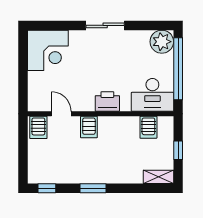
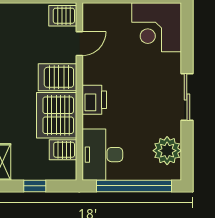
plant: (162, 42) -> (167, 151), moved
server rack: (89, 127) -> (57, 77), width x1.36, depth x1.44
server rack: (120, 132) -> (57, 115), added

